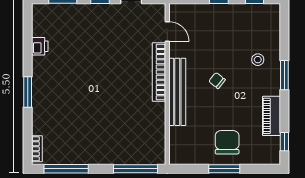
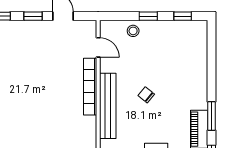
stool: (258, 60) -> (133, 31), moved
window: (284, 75) -> (212, 116), moved

